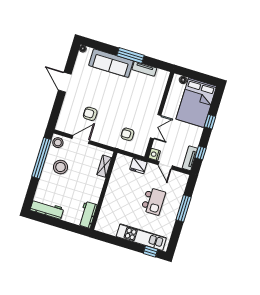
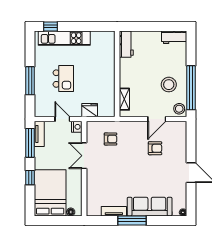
window: (201, 153) -> (30, 143), width x2.17
kitchen island: (153, 201) -> (63, 79), turned 180
workbench: (47, 209) -> (174, 37), width x0.73

